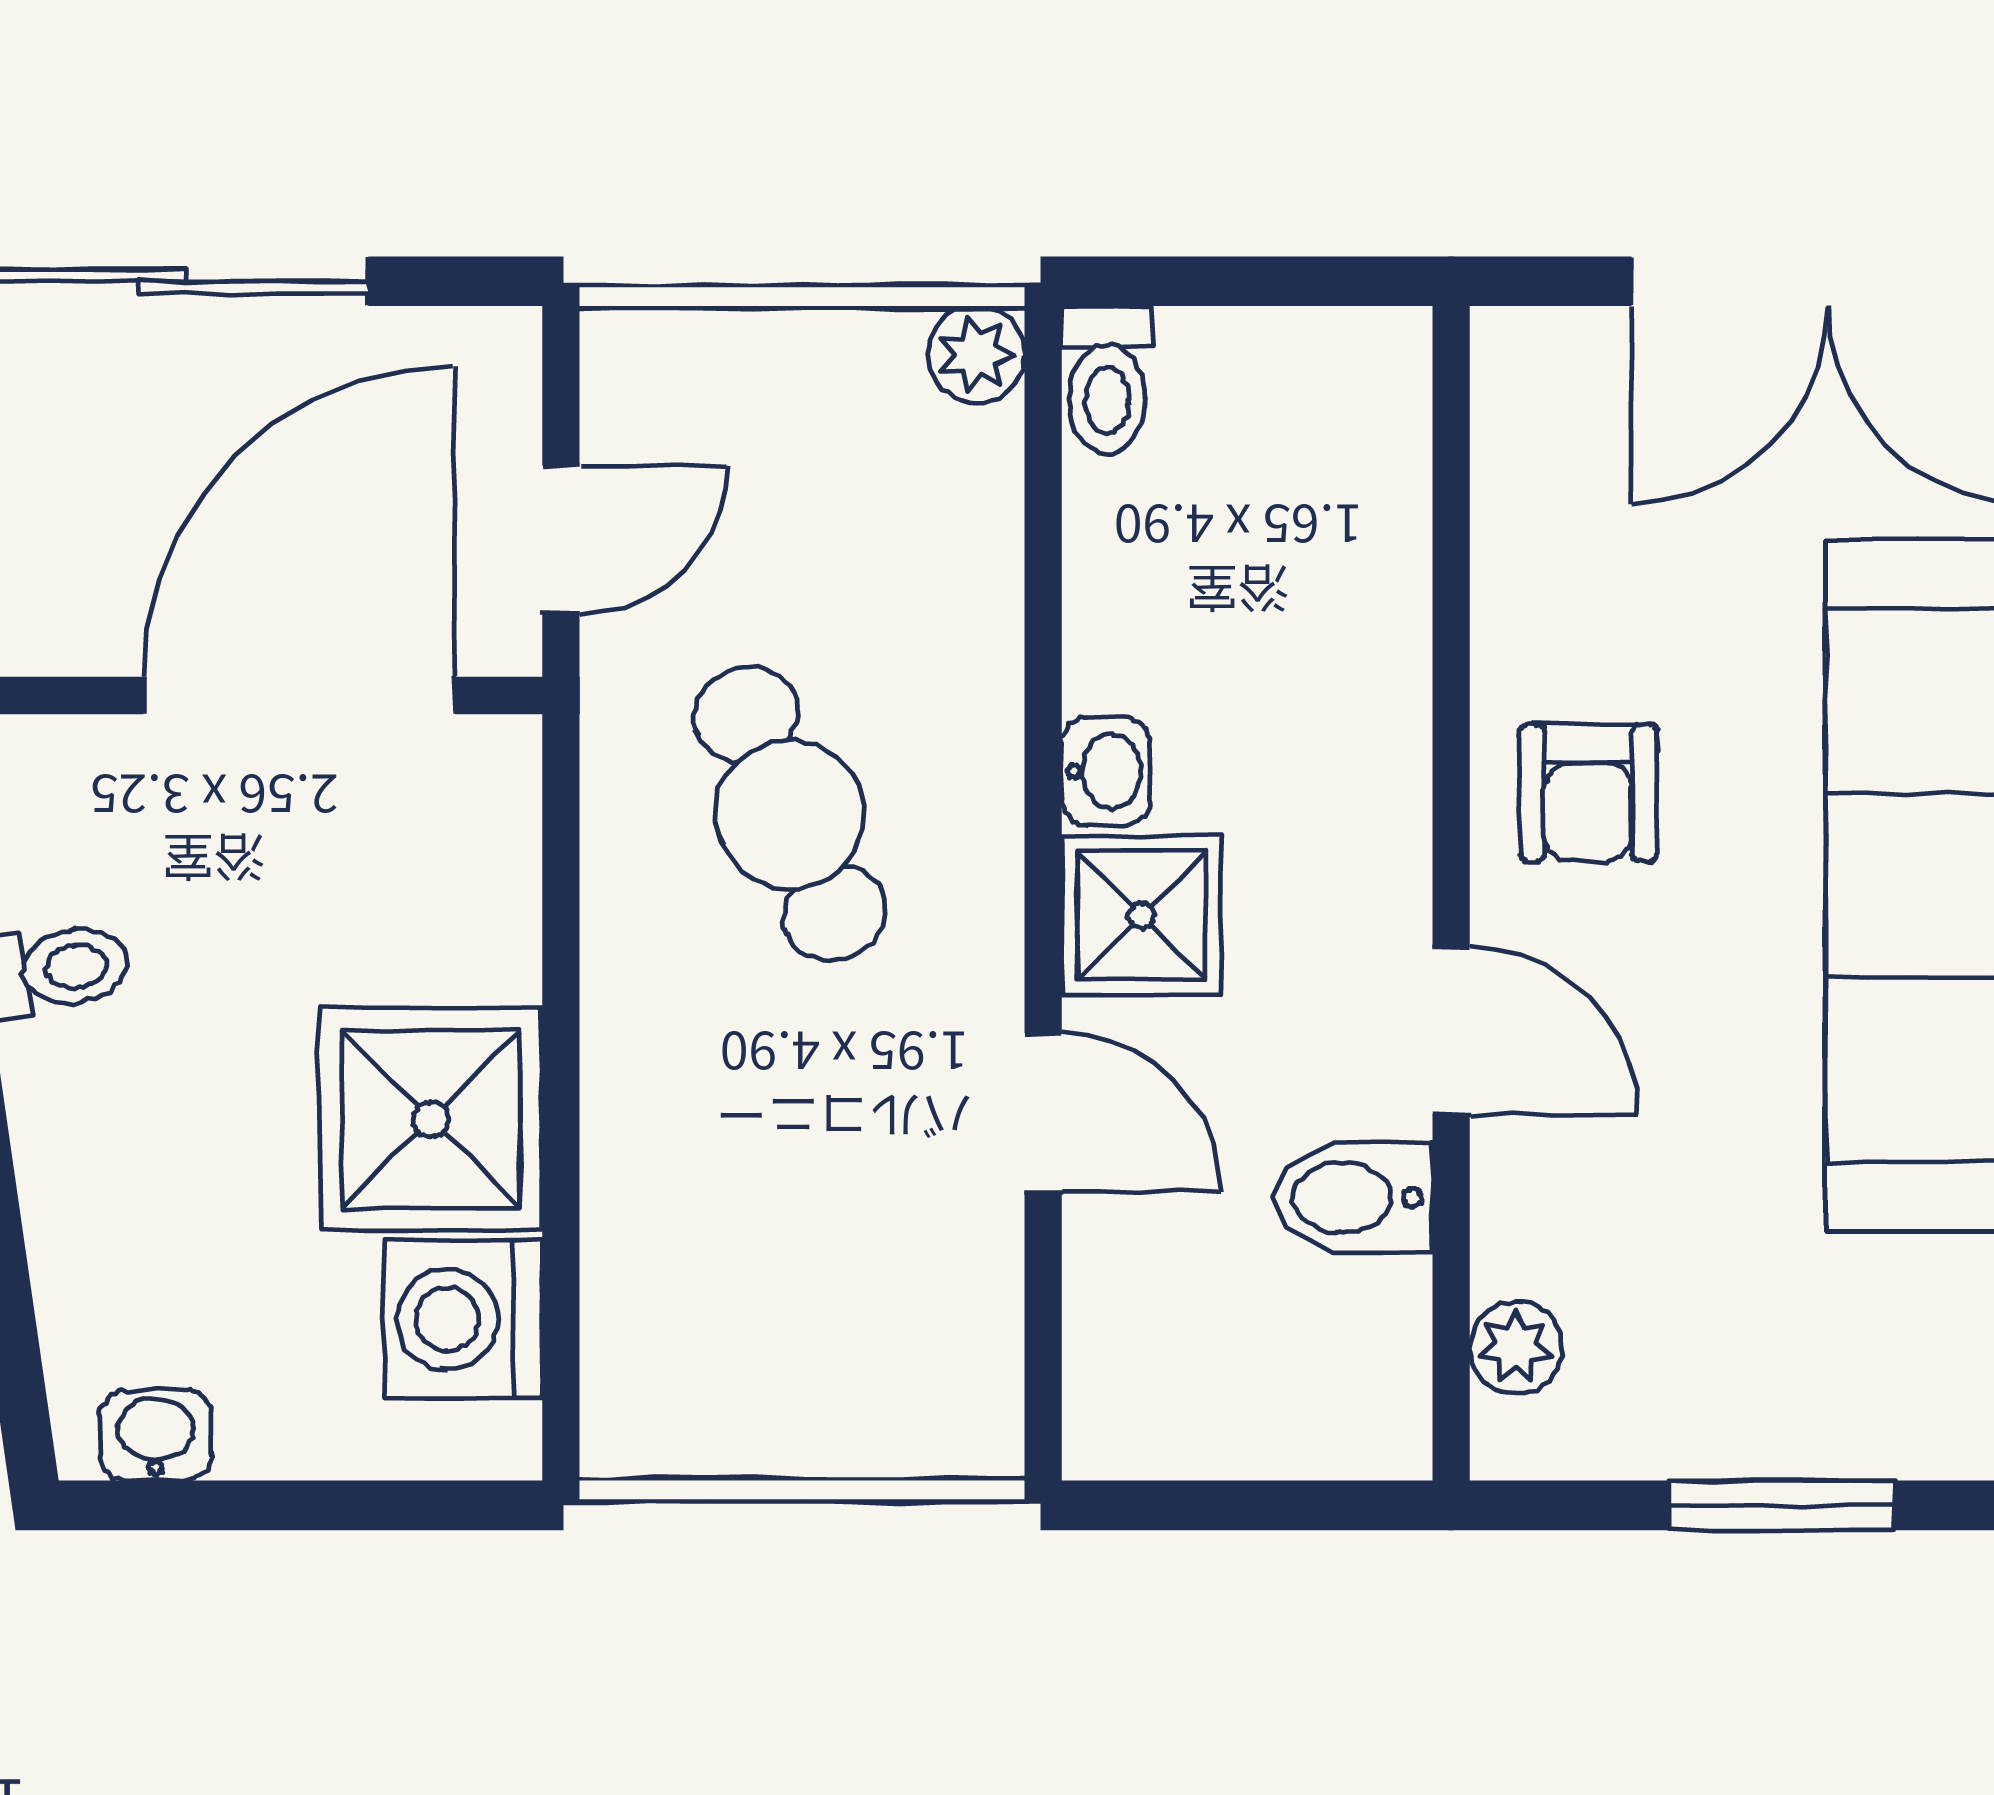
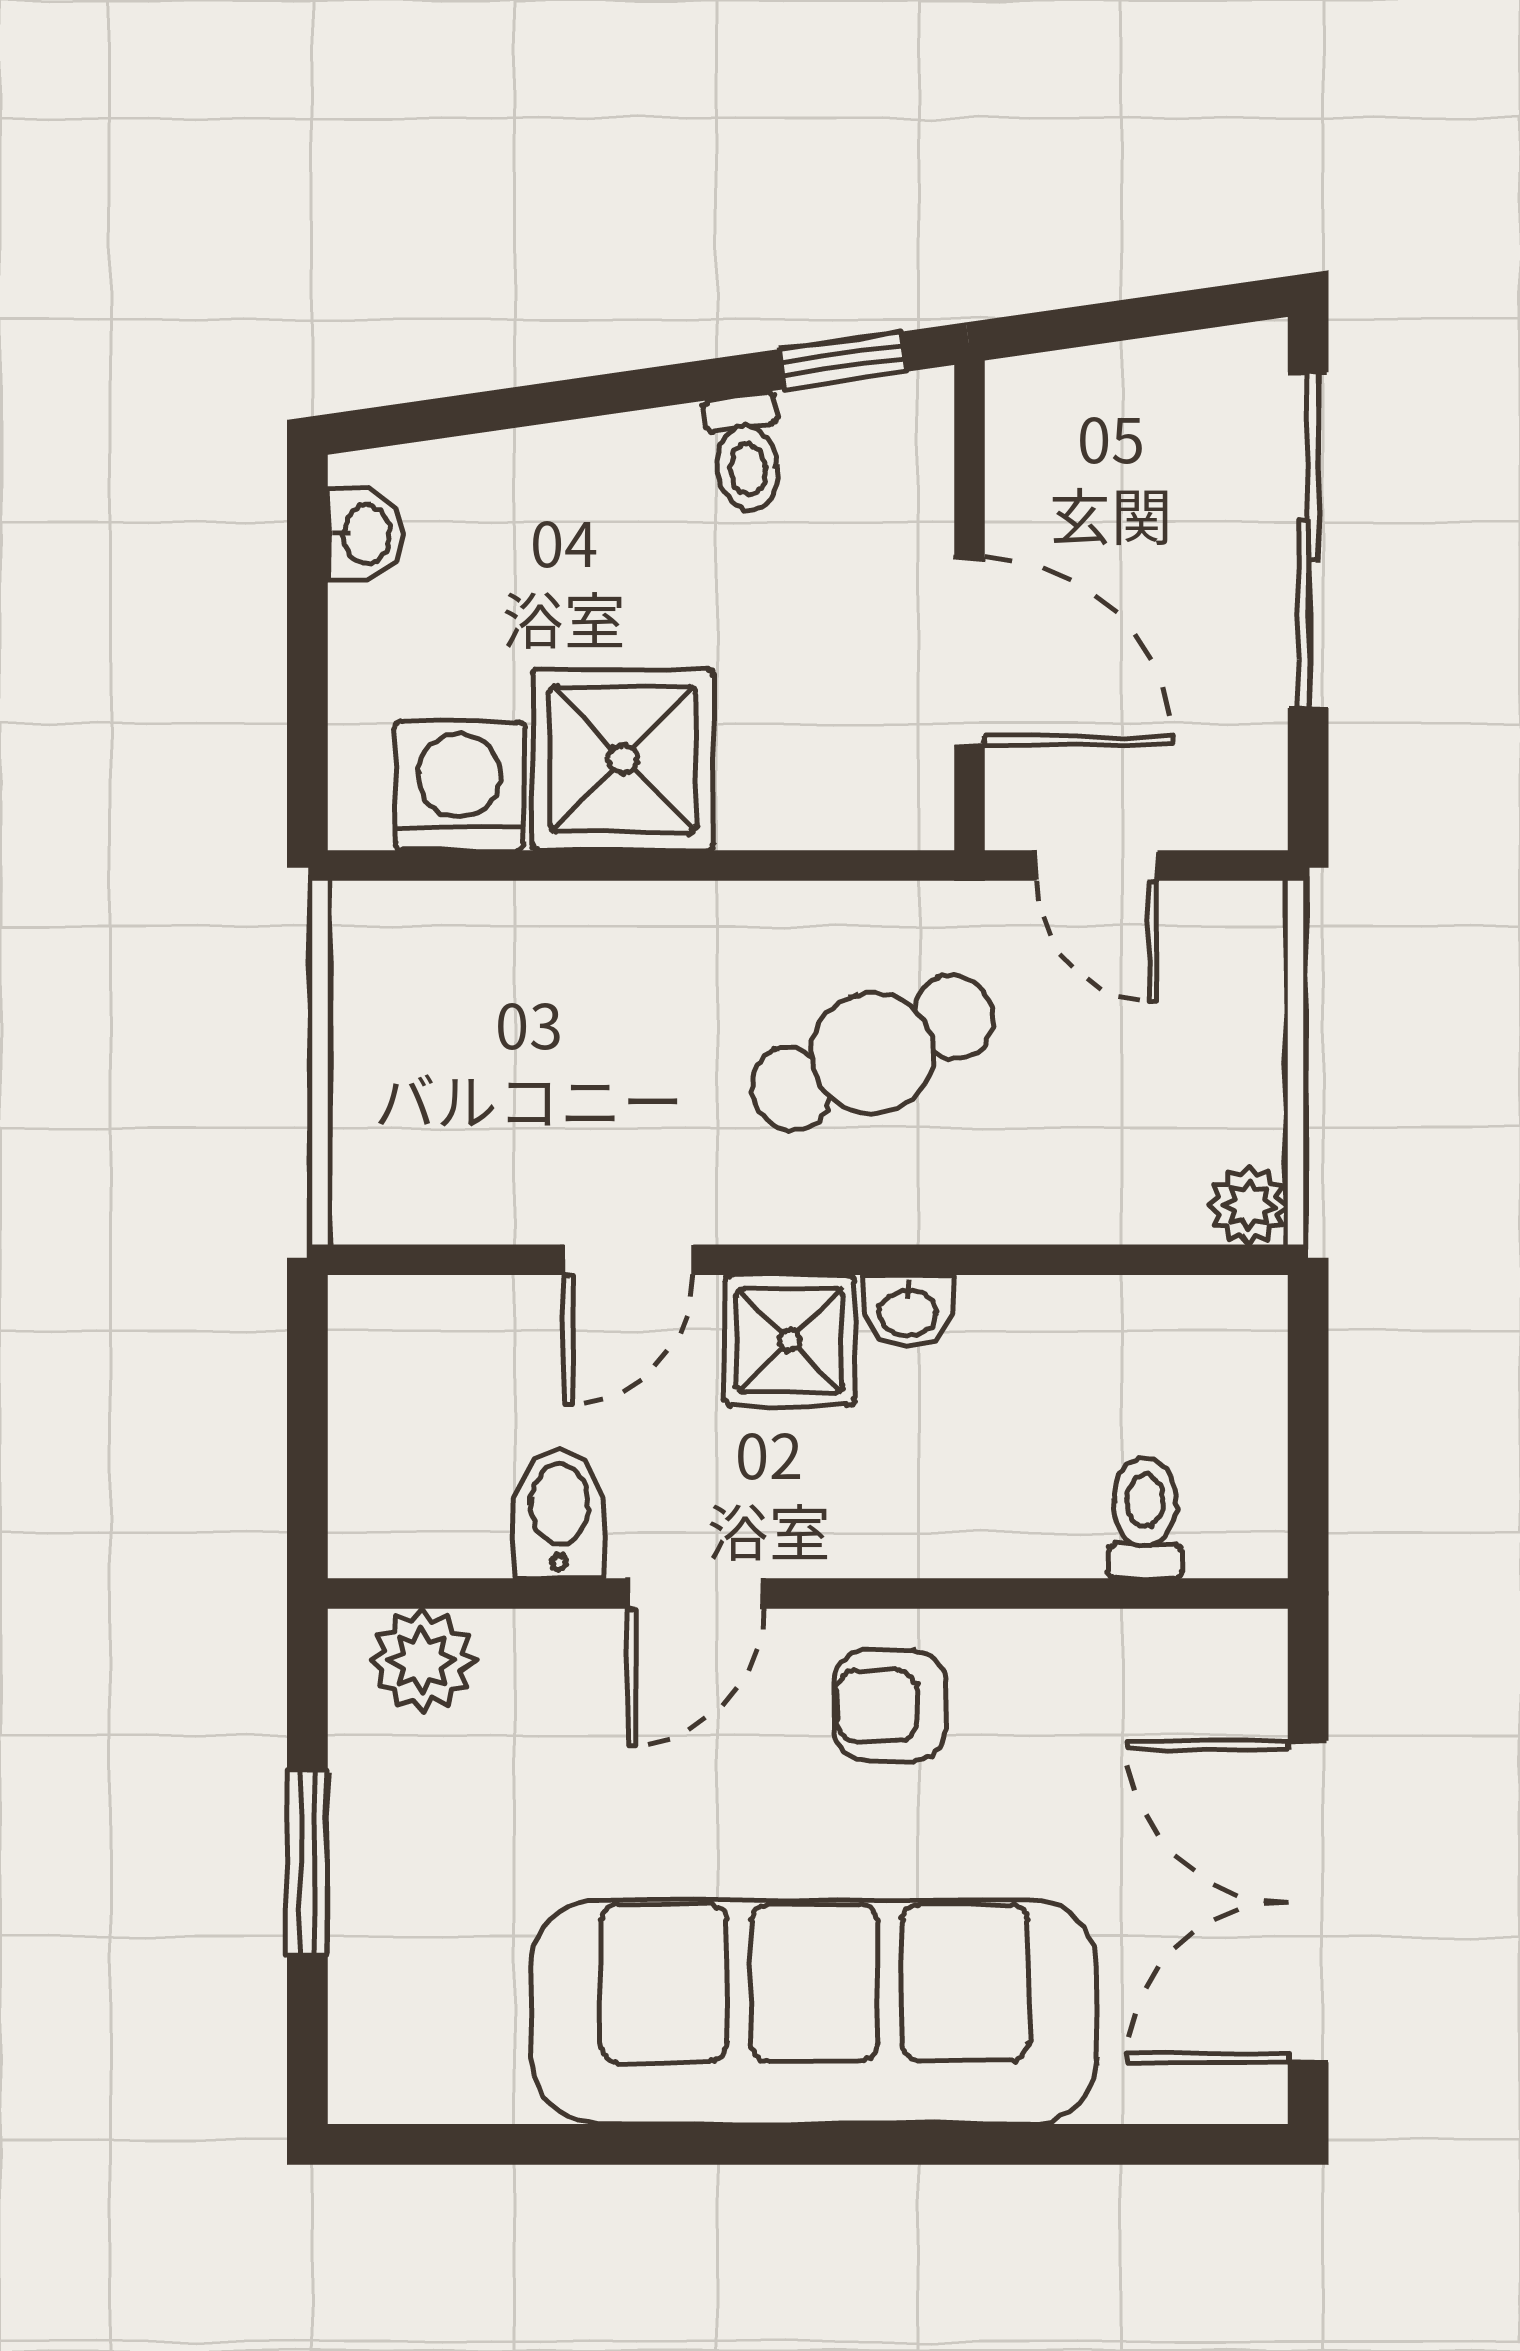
toilet: (1107, 380) -> (1145, 1518), moved, turned 90
door: (299, 695) -> (969, 652), width x0.73
plant: (1516, 1347) -> (422, 1660), width x1.38, depth x1.38

